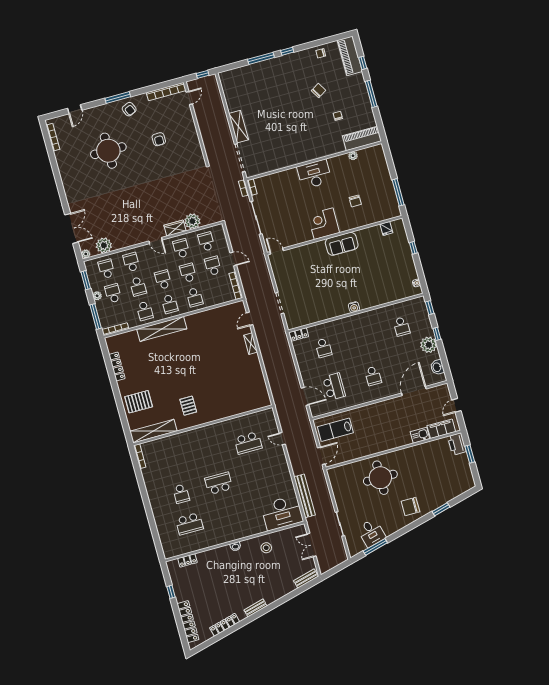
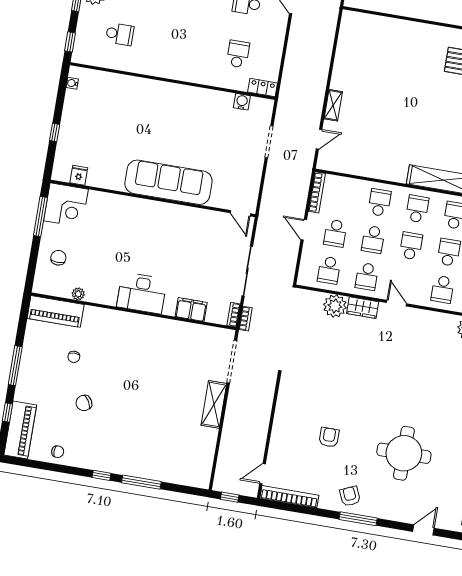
filing cabinet: (279, 178) -> (191, 310), added
chair: (355, 201) -> (58, 258), moved
corner desk: (324, 224) -> (66, 205), moved
sofa: (342, 244) -> (168, 182), width x1.85, depth x1.27
school desk: (163, 280) -> (411, 246), turned 180
water cooler: (354, 307) -> (242, 102), moved
school desk: (401, 326) -> (120, 34), turned 90

